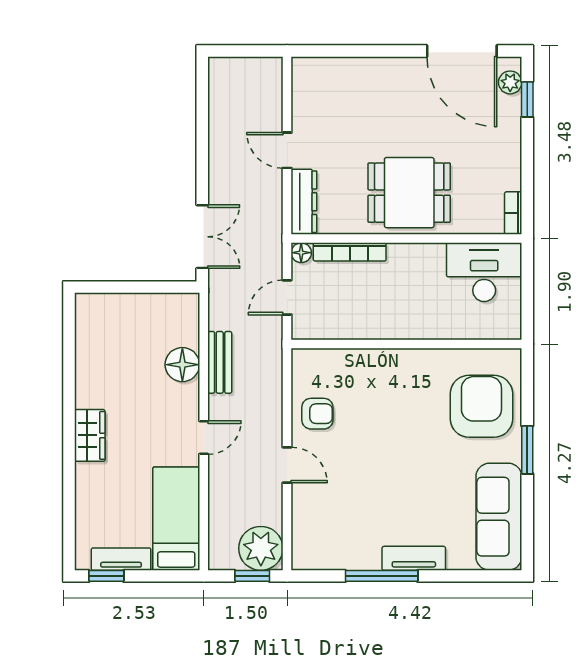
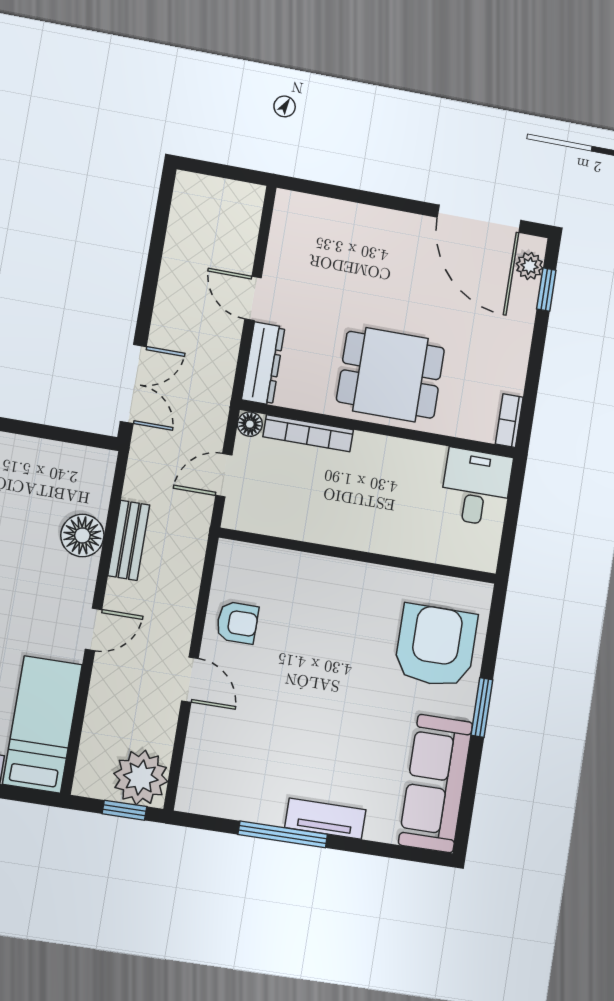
desk: (484, 272) -> (476, 487), width x0.73

